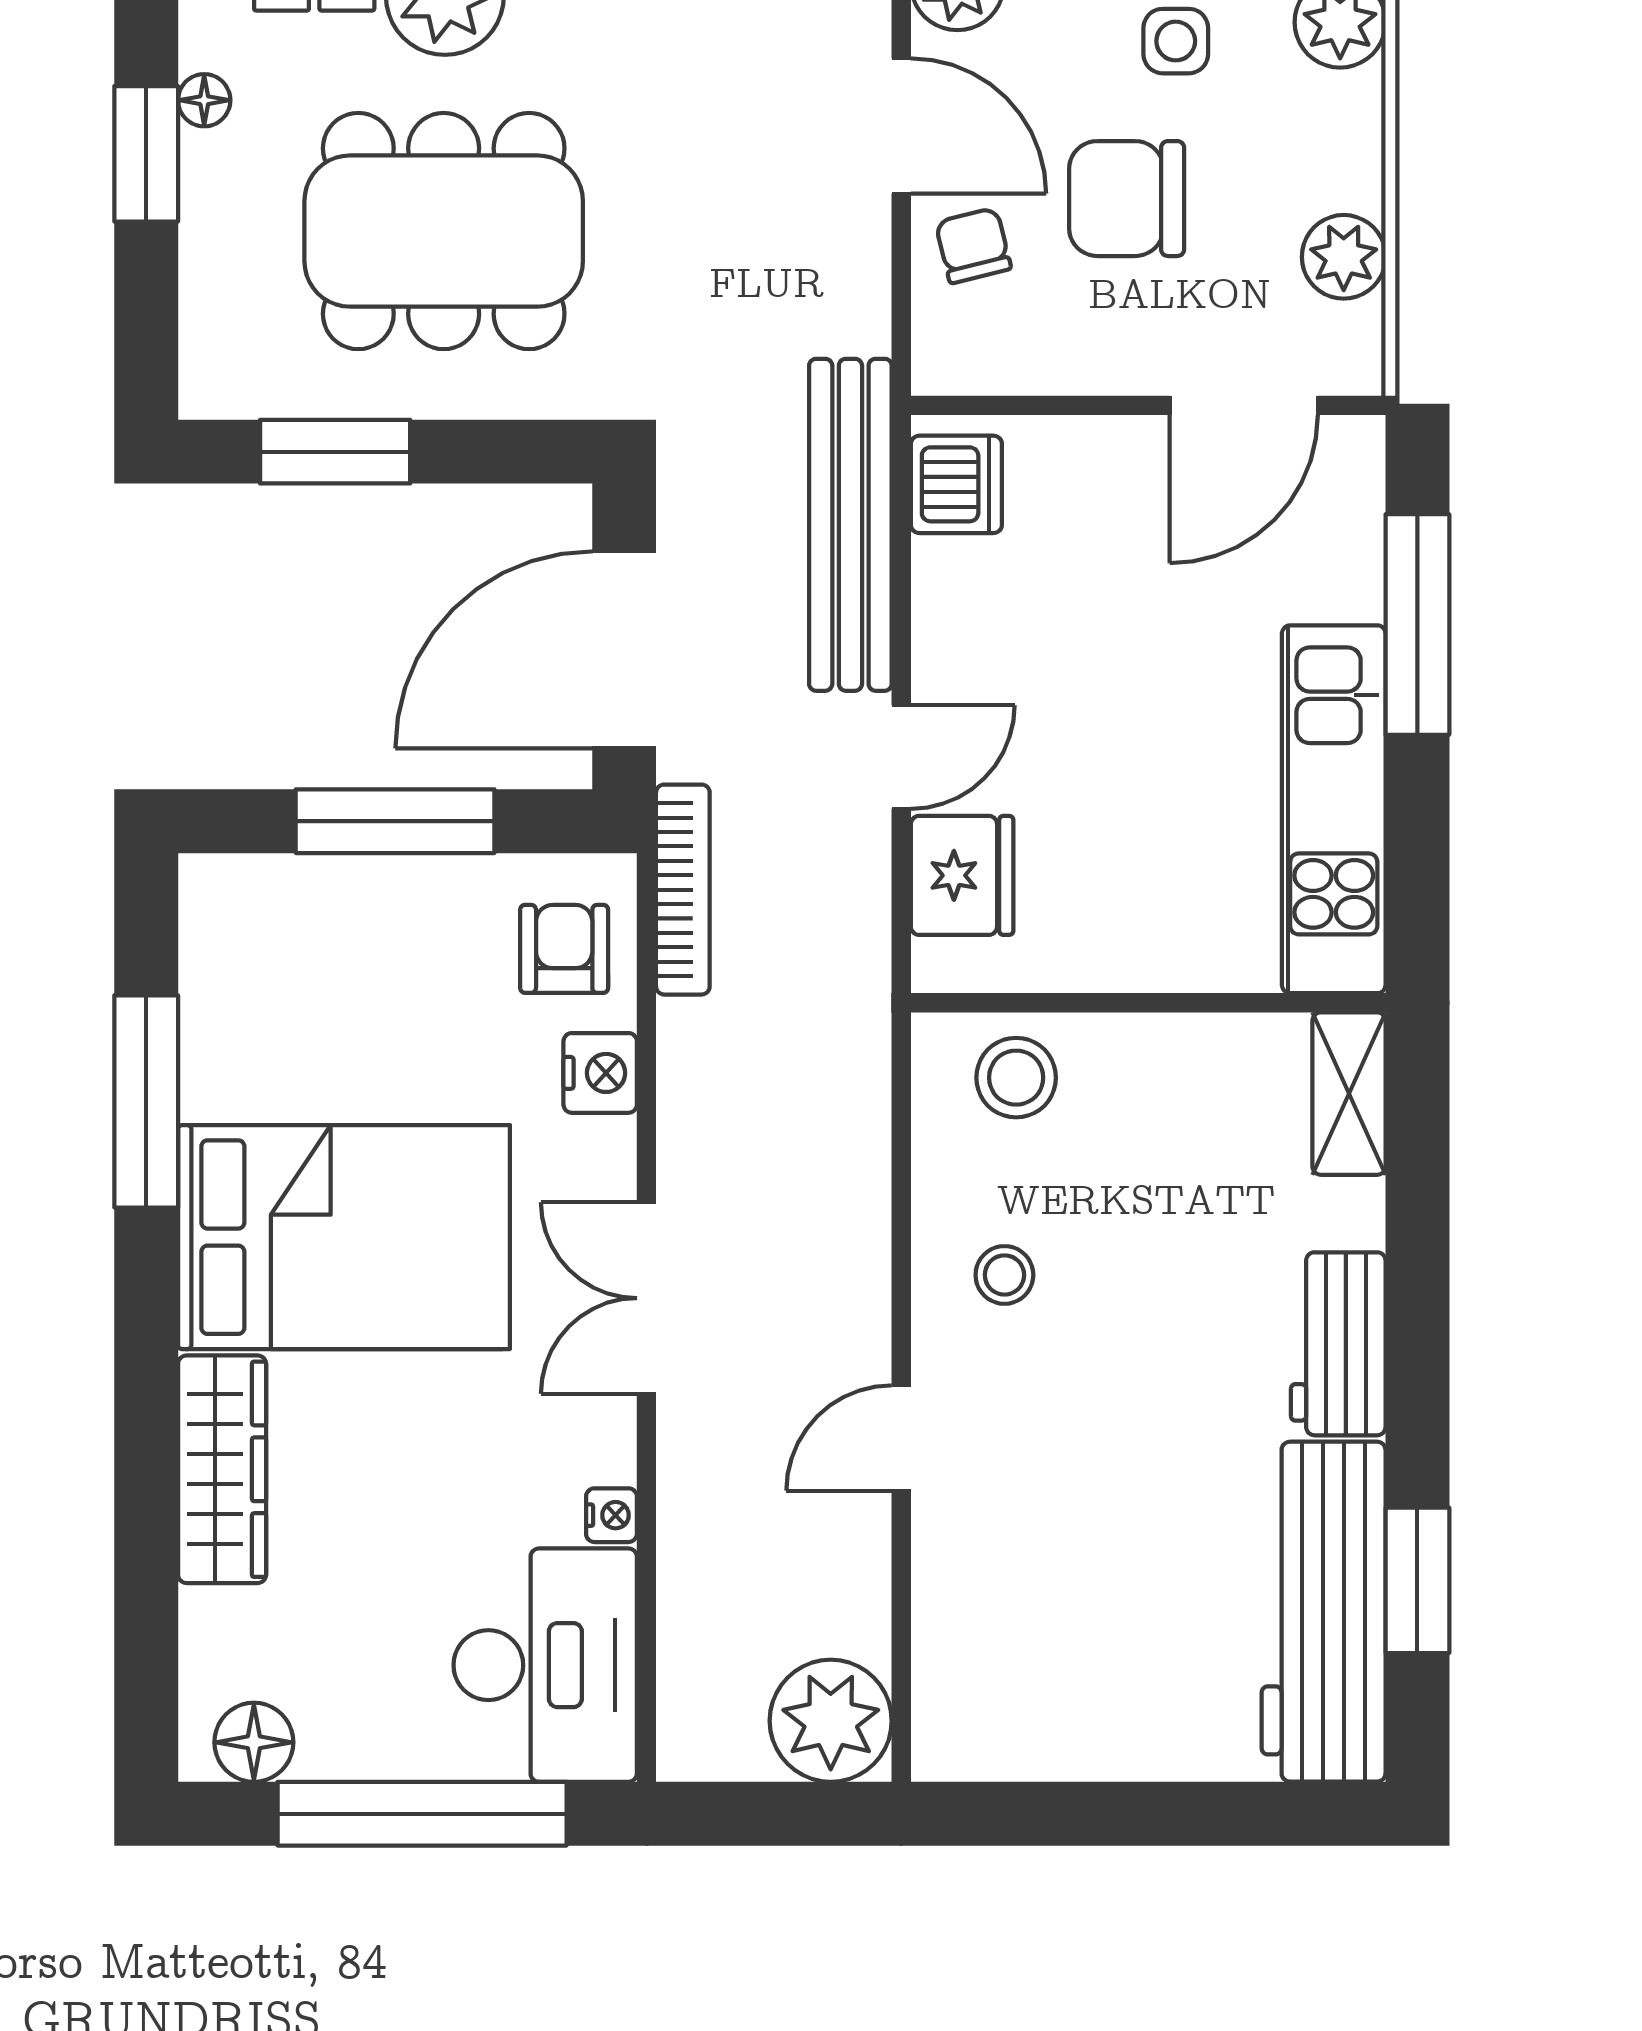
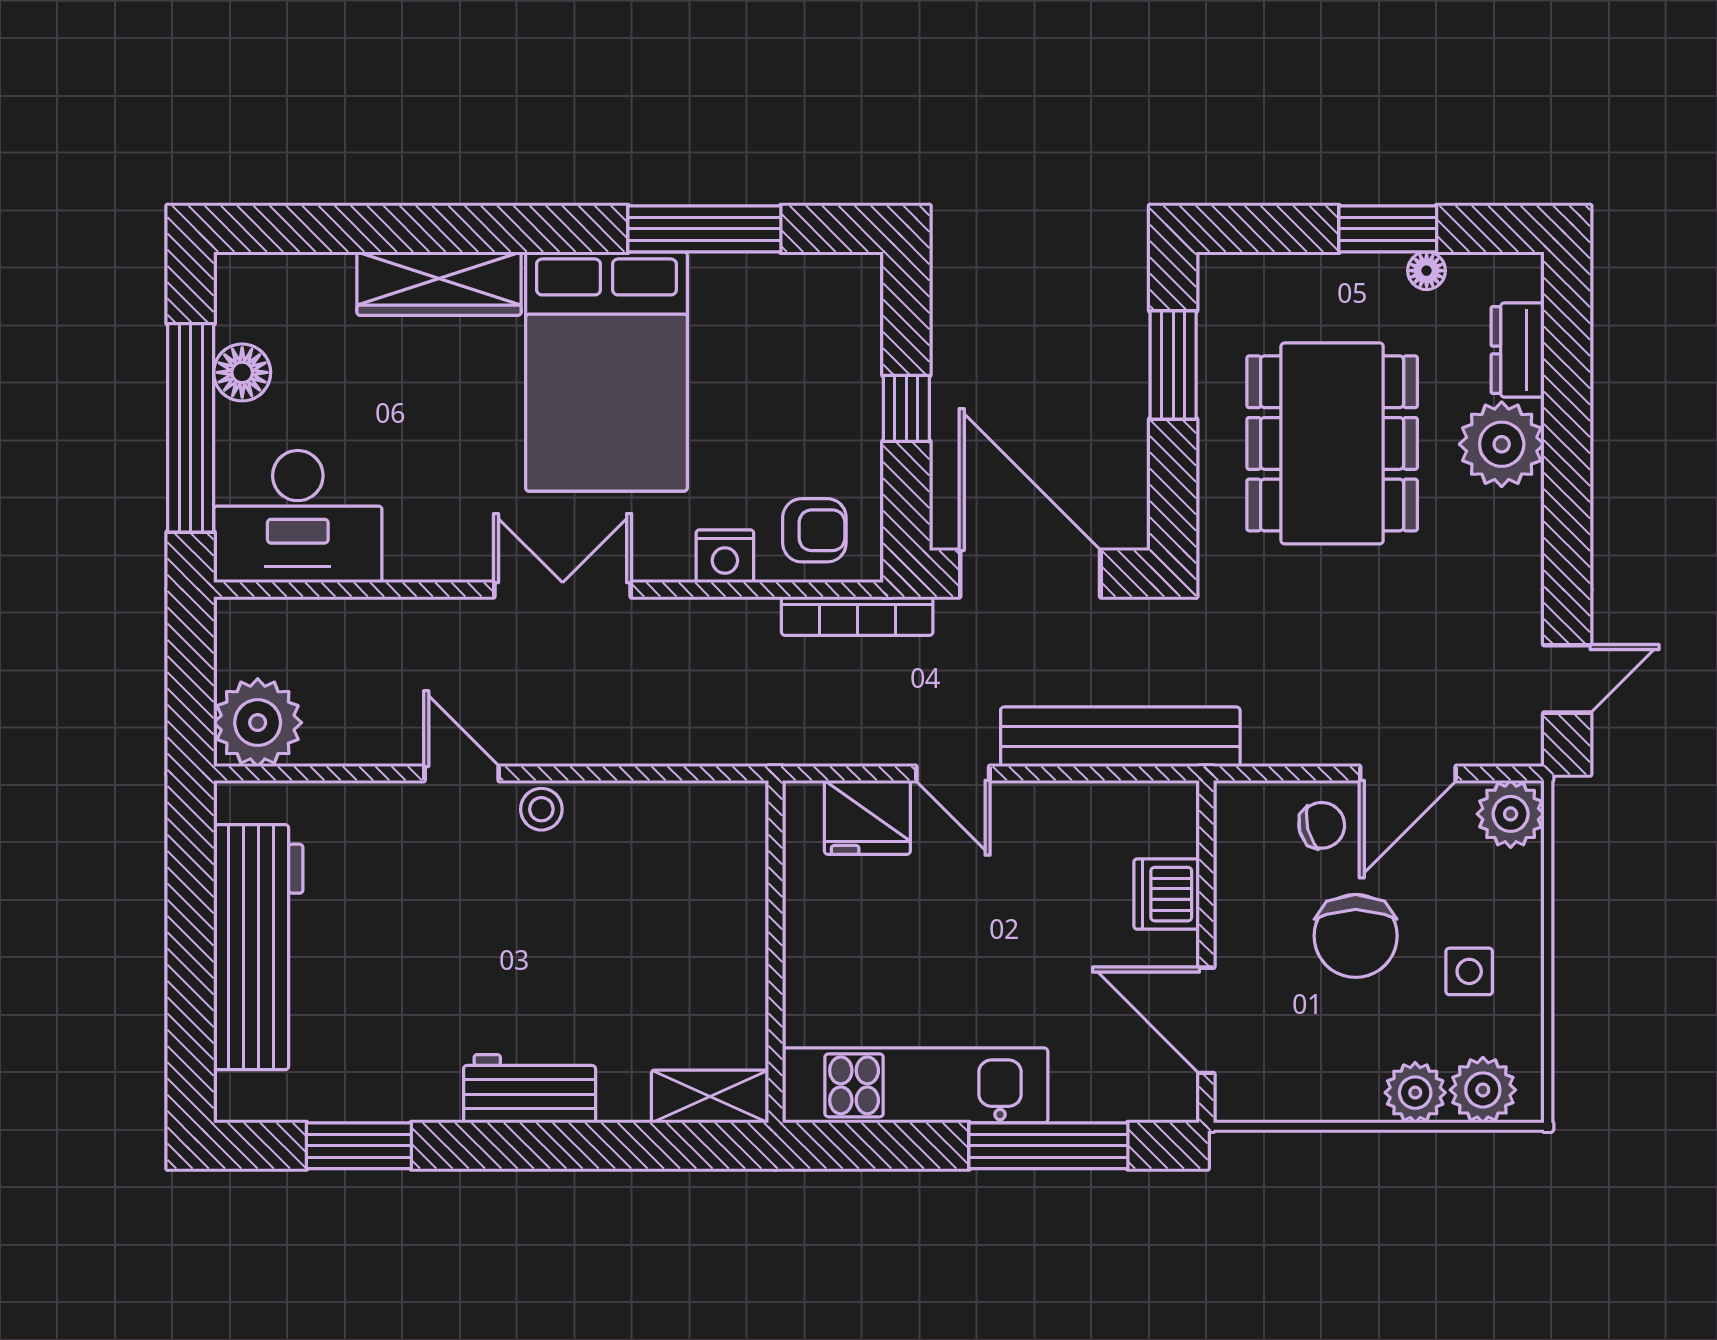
chair: (1127, 199) -> (1356, 936), turned 180
plant: (1344, 257) -> (1415, 1093), moved
dishwasher: (956, 484) -> (1167, 894), moved, turned 90
window: (395, 821) -> (906, 408), width x0.46
stool: (1016, 1078) -> (722, 856), removed
stool: (1004, 1275) -> (541, 809), moved
nightstand: (611, 1515) -> (406, 564), removed
workbench: (1324, 1612) -> (258, 947), moved, turned 90
floor lamp: (254, 1742) -> (242, 372), moved

